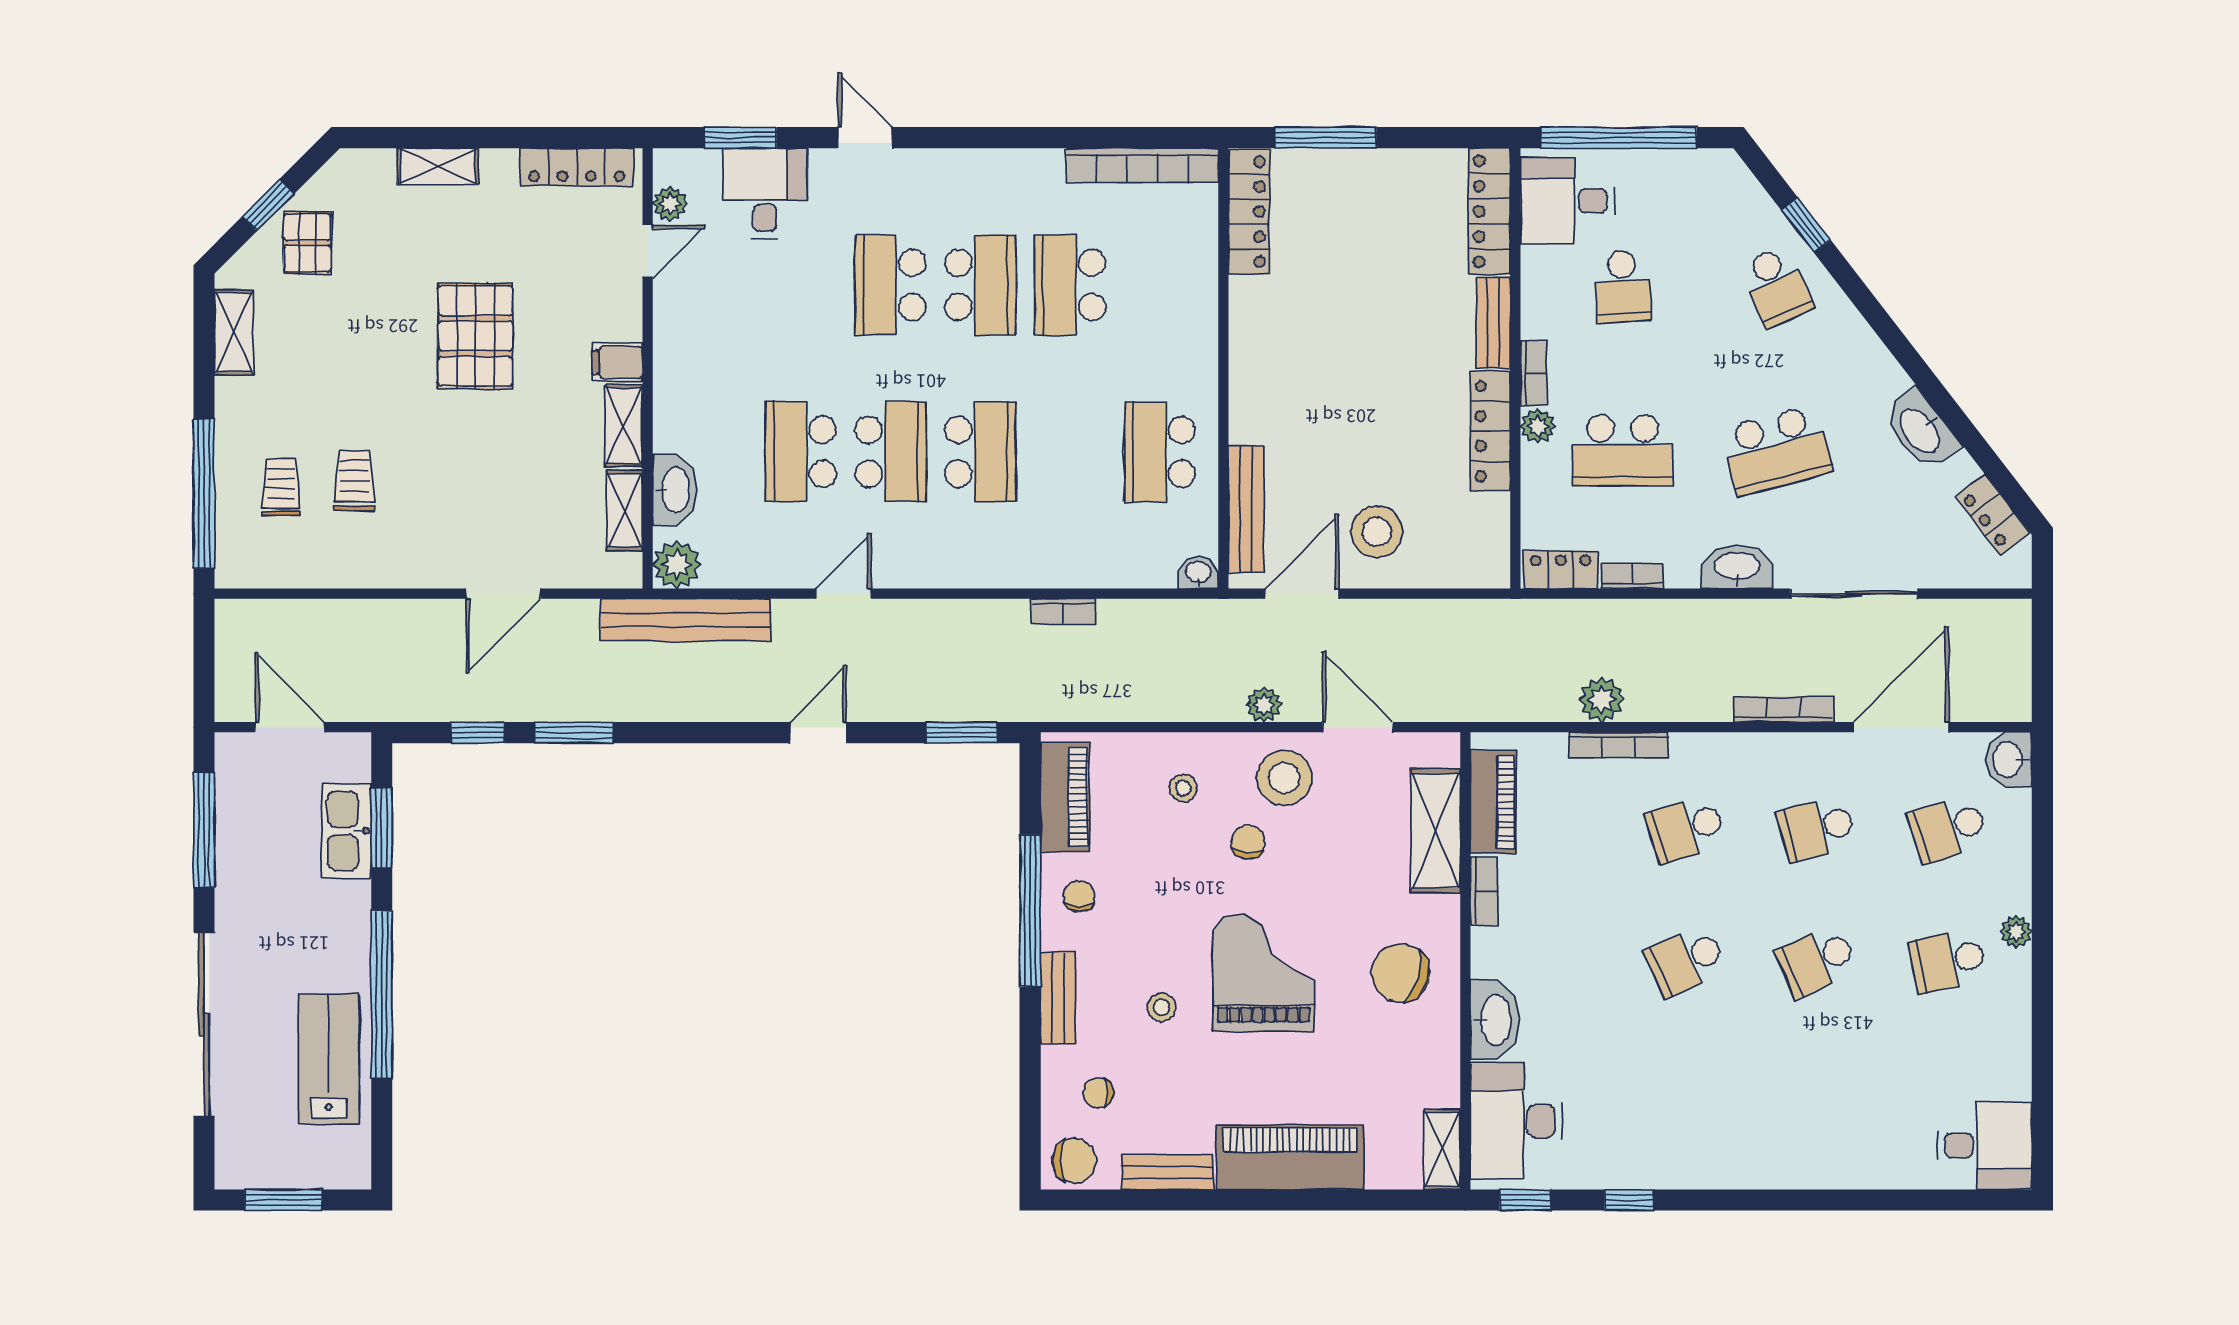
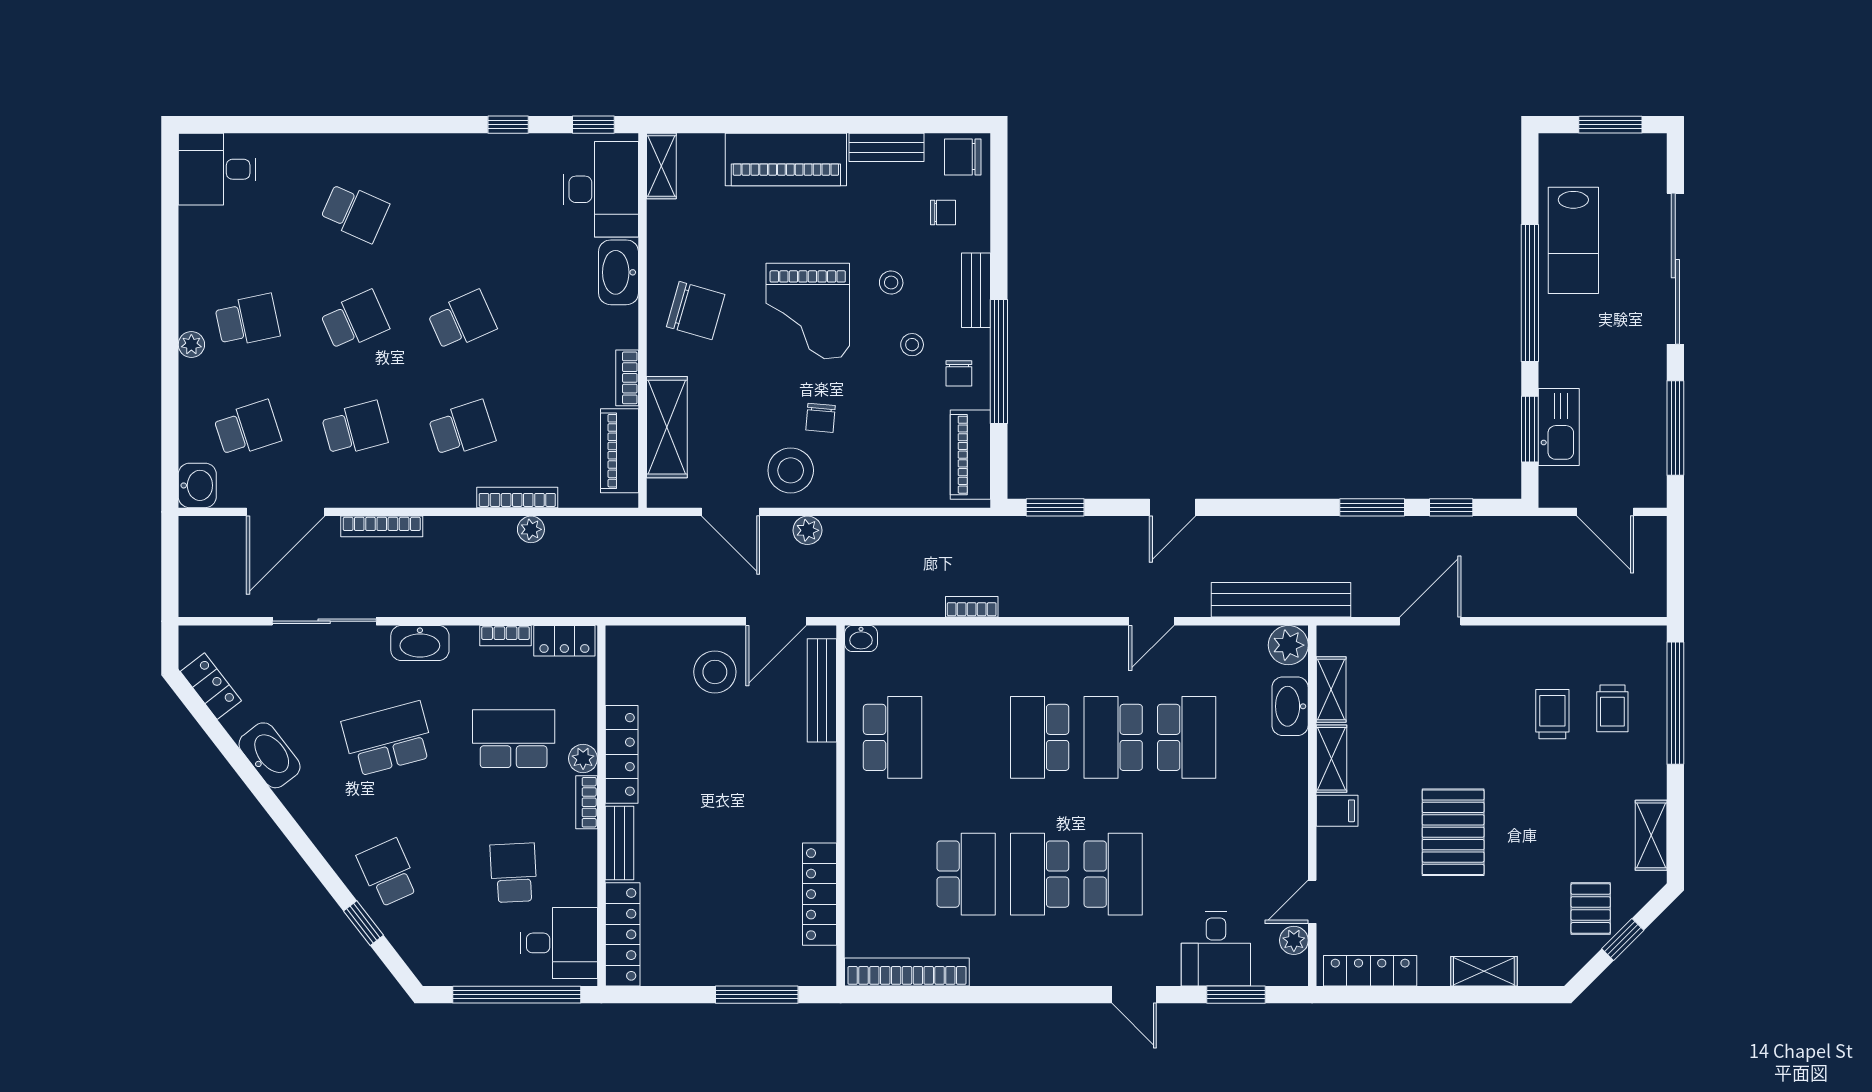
locker: (1249, 212) -> (820, 894), moved
trolley: (354, 480) -> (1552, 714), turned 180
plant: (1601, 700) -> (531, 529), width x0.73, depth x0.73
stool: (1183, 788) -> (912, 345), moved
school desk: (1817, 1093) -> (355, 212), added

